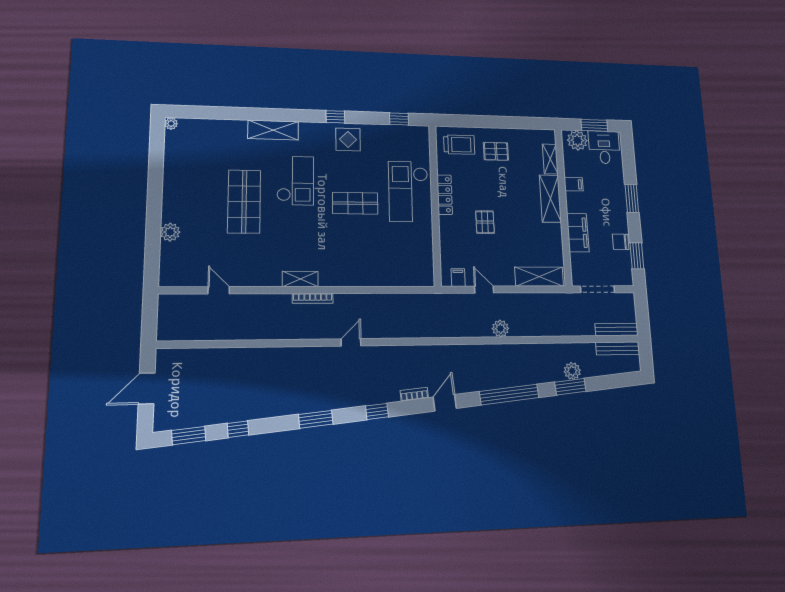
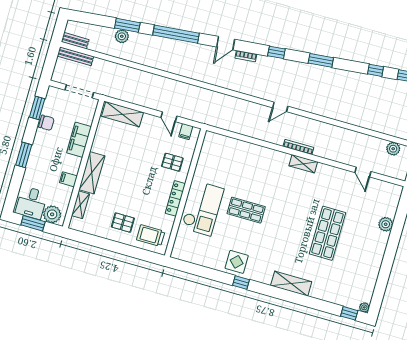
window: (399, 119) -> (349, 313), moved
checkout: (295, 181) -> (286, 240), removed
pallet: (485, 222) -> (172, 162), moved, turned 90
plant: (500, 329) -> (393, 149), moved
bench: (618, 348) -> (75, 41), width x0.73

